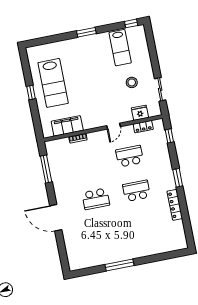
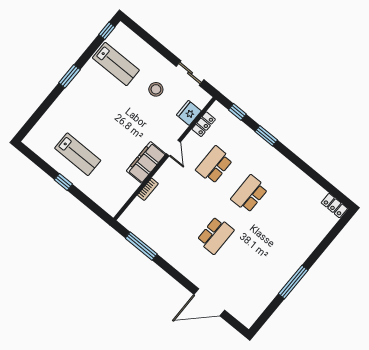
lab bench: (53, 83) -> (78, 154), width x0.73, depth x0.72
filing cabinet: (67, 126) -> (146, 162), moved
window: (178, 178) -> (266, 136), moved
locker: (175, 205) -> (334, 206), moved, width x0.66
door: (56, 218) -> (209, 302), moved

